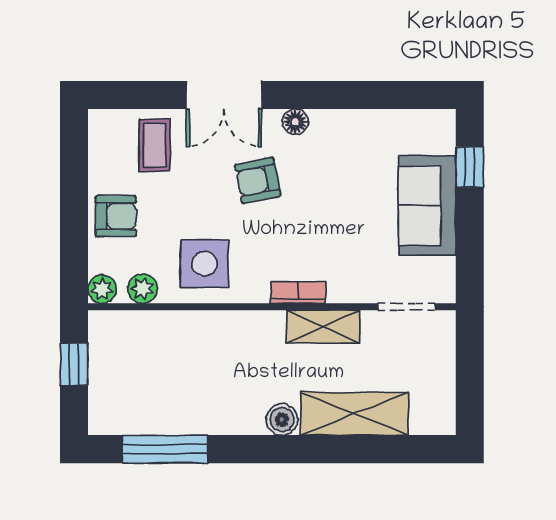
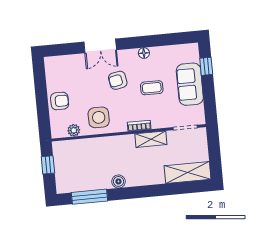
floor lamp: (295, 122) -> (144, 53), moved
coffee table: (155, 145) -> (152, 88), moved, turned 90
plant: (102, 289) -> (57, 132), removed
shelving: (354, 414) -> (188, 172), moved
boiler: (282, 420) -> (118, 181), moved

